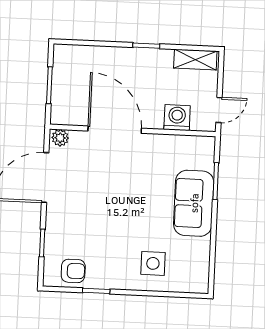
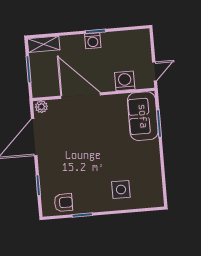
washing machine: (141, 58) -> (93, 41), added
shelving: (195, 60) -> (44, 44), moved
sofa: (194, 203) -> (143, 116), moved

